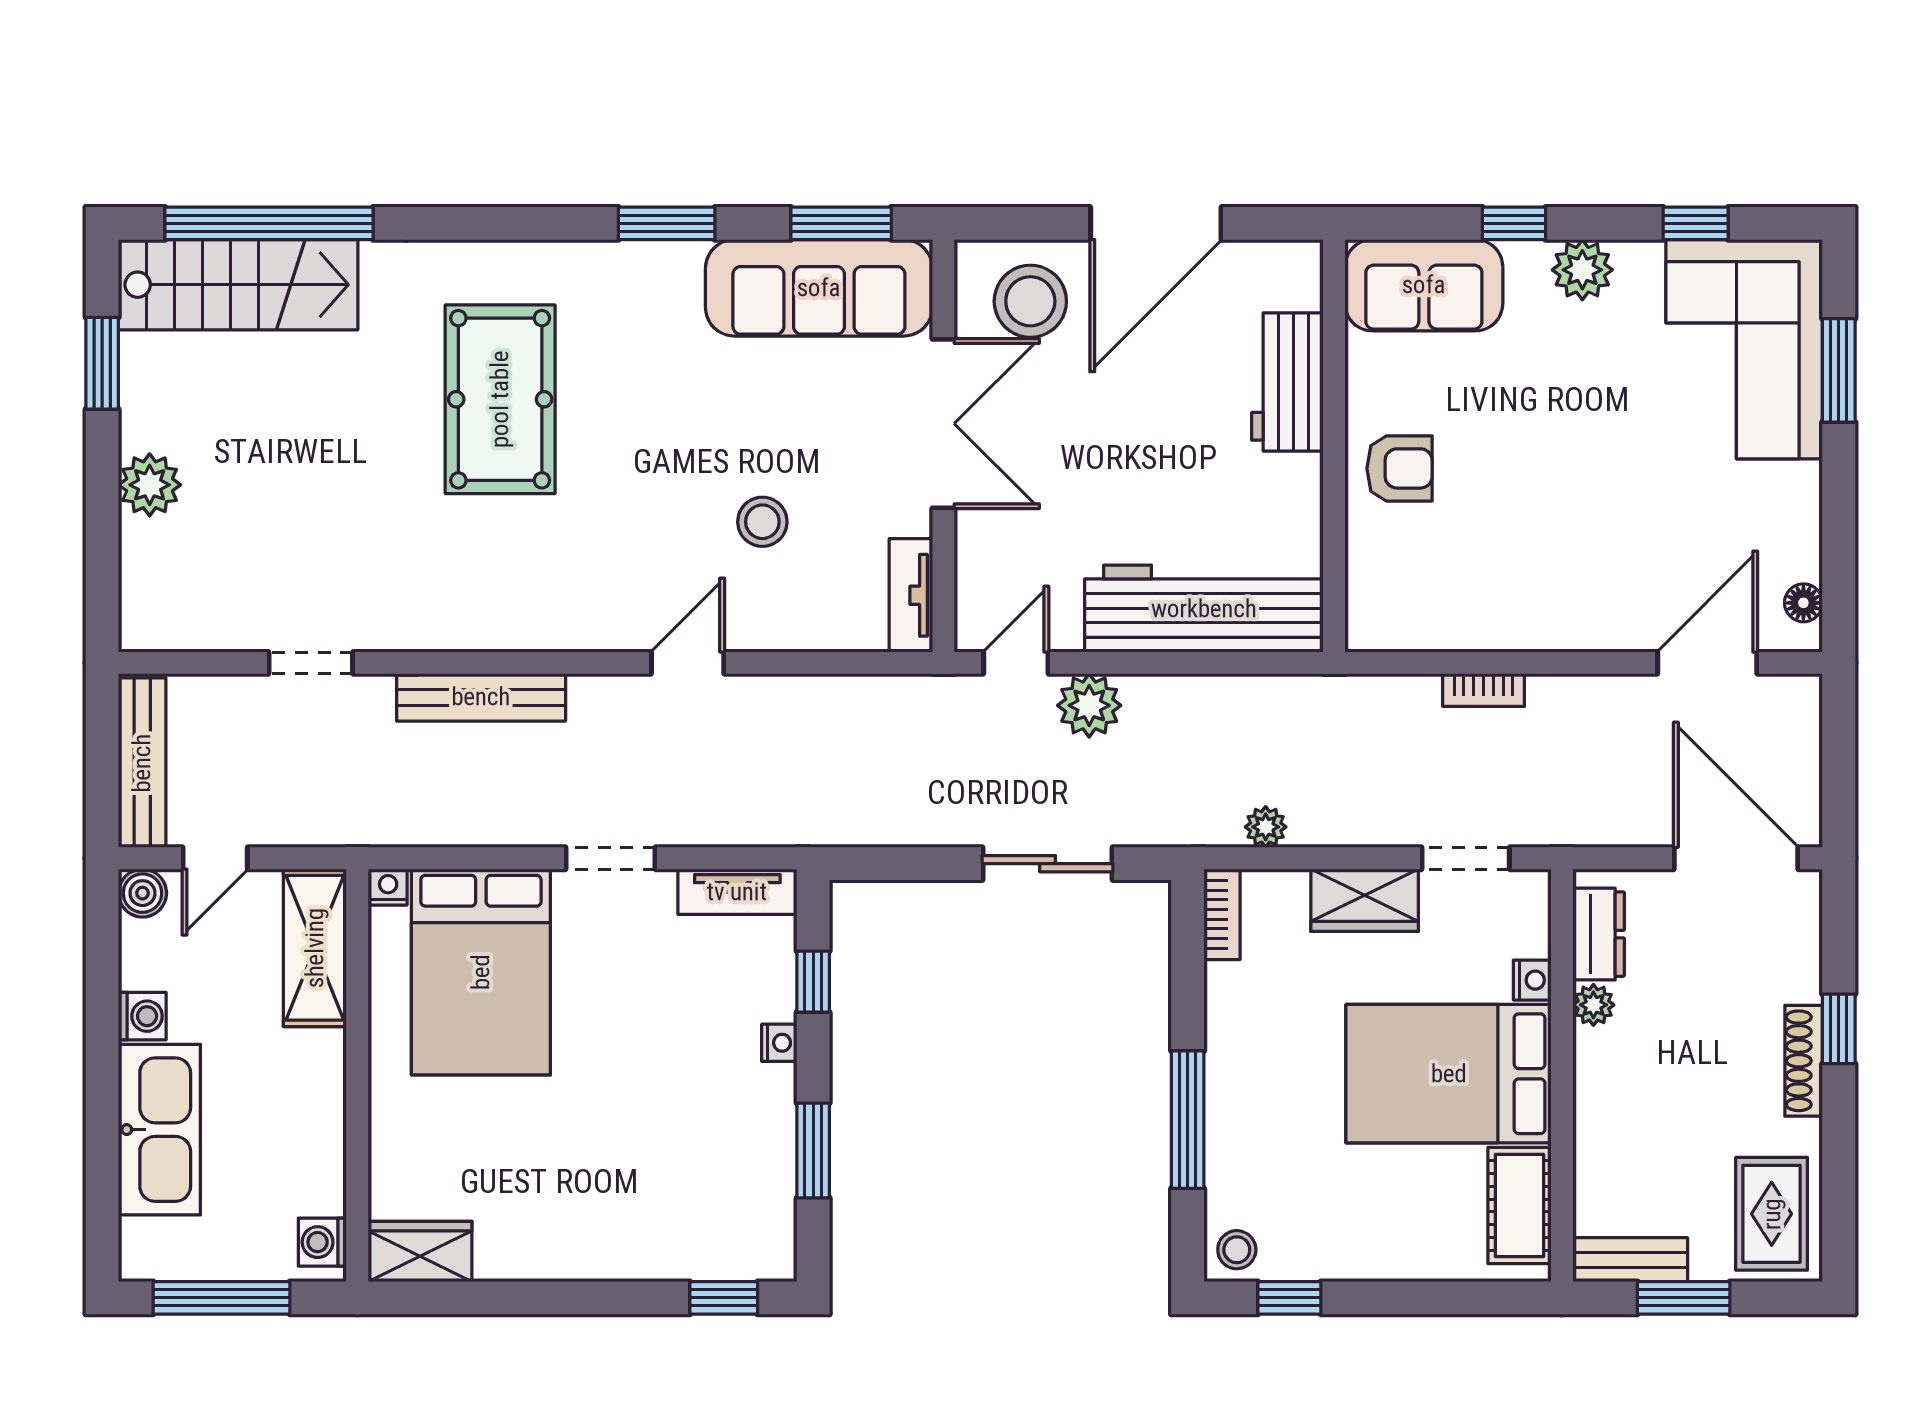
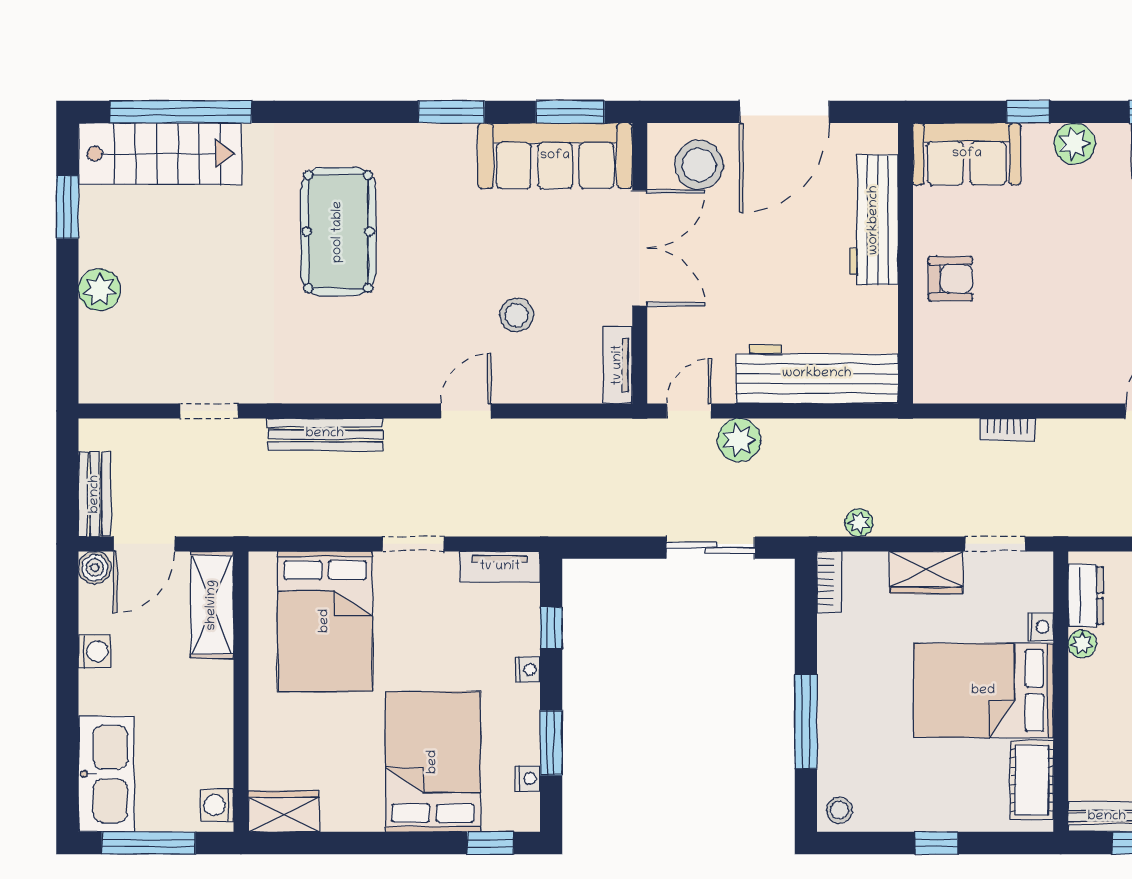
workbench: (1287, 382) -> (874, 220), width x1.38
bench: (142, 763) -> (95, 494), width x0.73
door: (215, 858) -> (144, 544), width x1.38
nightstand: (388, 887) -> (528, 779), moved, turned 90
kitchen sink: (159, 1130) -> (106, 774), moved
bed: (639, 1178) -> (433, 762), added
window: (1289, 1298) -> (936, 843), moved

